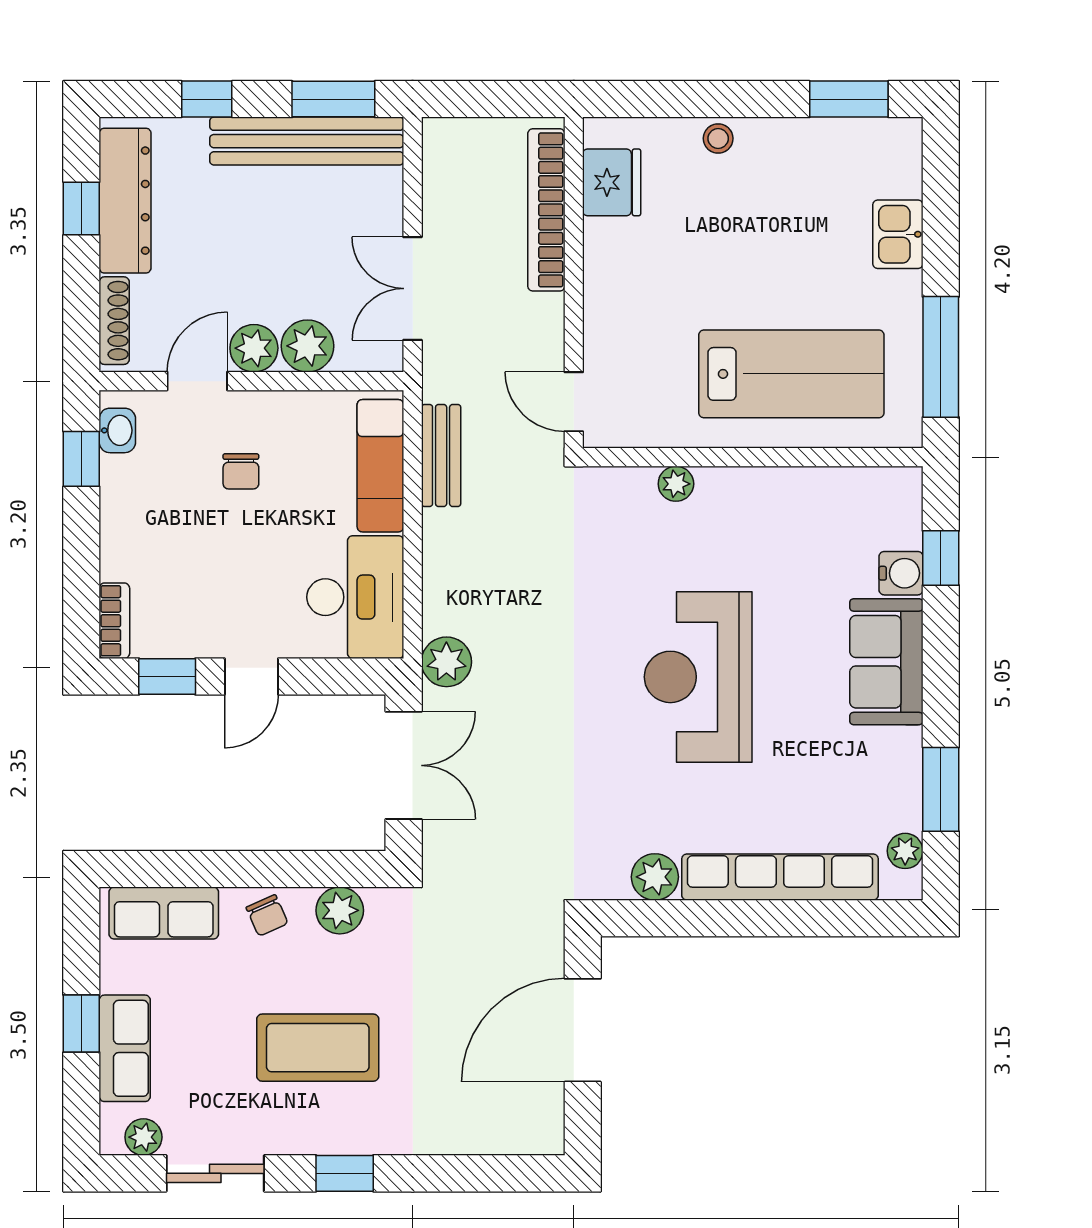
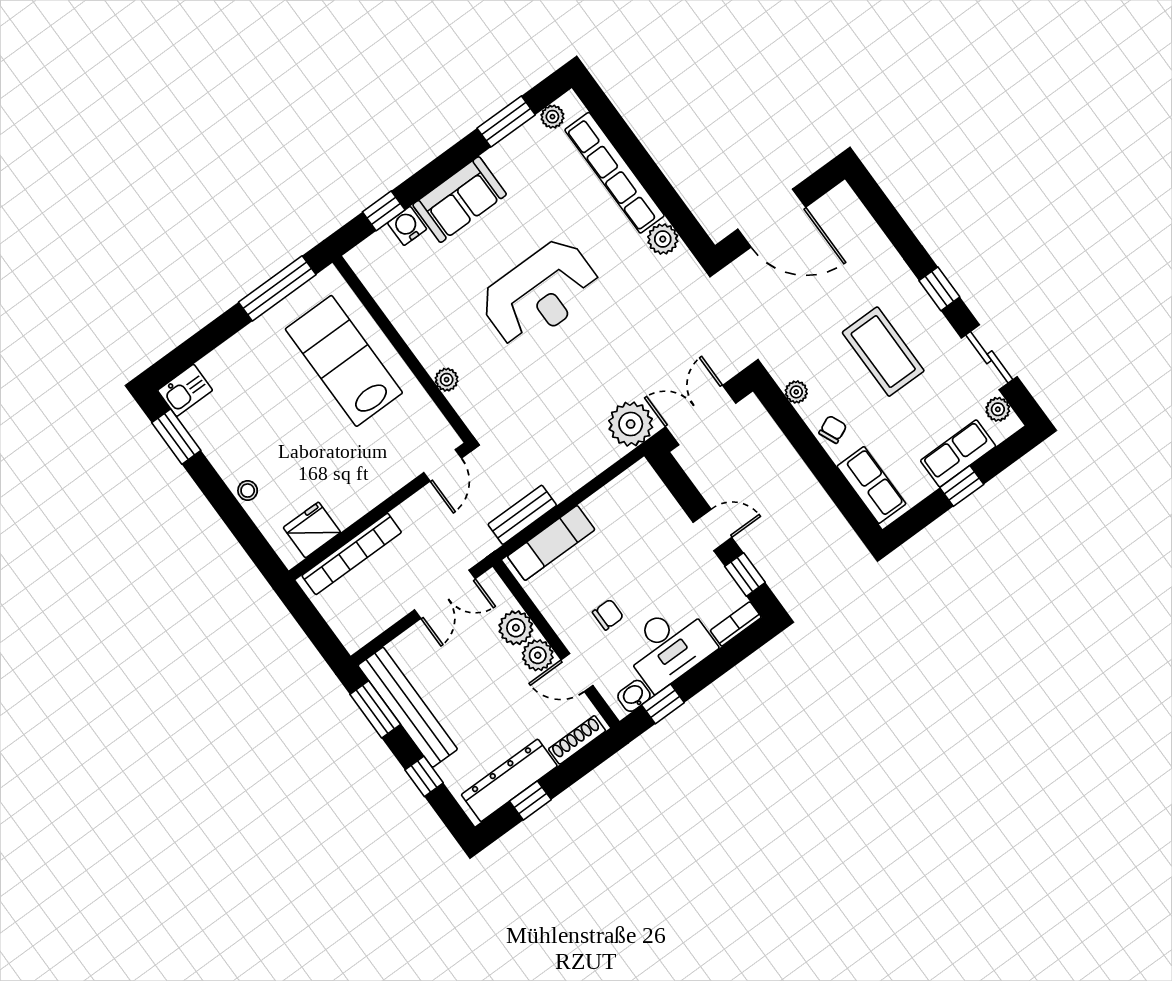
kitchen sink: (898, 234) -> (185, 390), moved
desk: (355, 597) -> (669, 646), moved, turned 180
plant: (446, 662) -> (631, 424), width x1.36, depth x1.36
plant: (340, 910) -> (796, 392), width x0.73, depth x0.73

